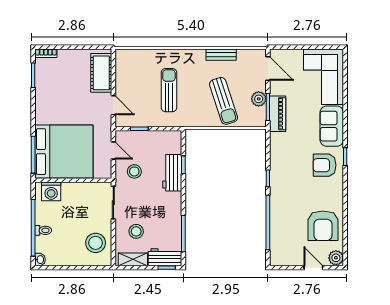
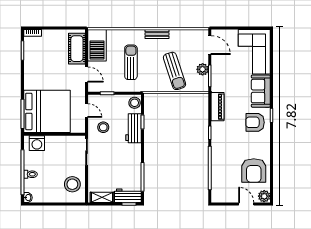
bench: (221, 55) -> (157, 34), moved
barbecue: (126, 69) -> (97, 45), added
piano: (278, 114) -> (218, 107), moved
stool: (136, 231) -> (135, 103), moved

